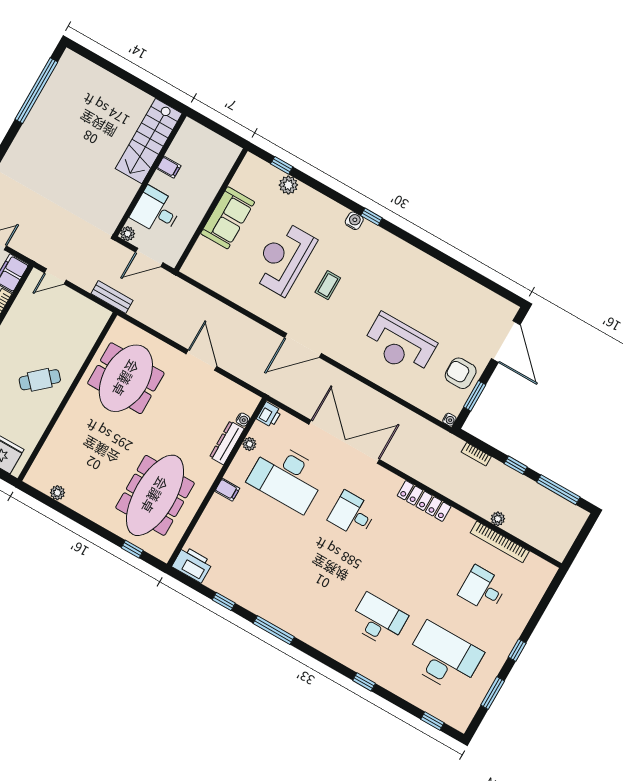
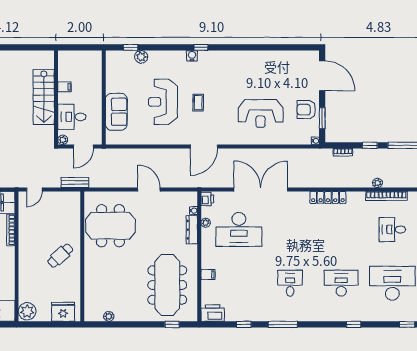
stairs: (149, 141) -> (44, 97), moved
sofa: (228, 218) -> (116, 112), moved
meeting table: (126, 378) -> (110, 226), turned 90
filing cabinet: (227, 490) -> (208, 274), moved
desk: (352, 514) -> (290, 283), moved, turned 90

